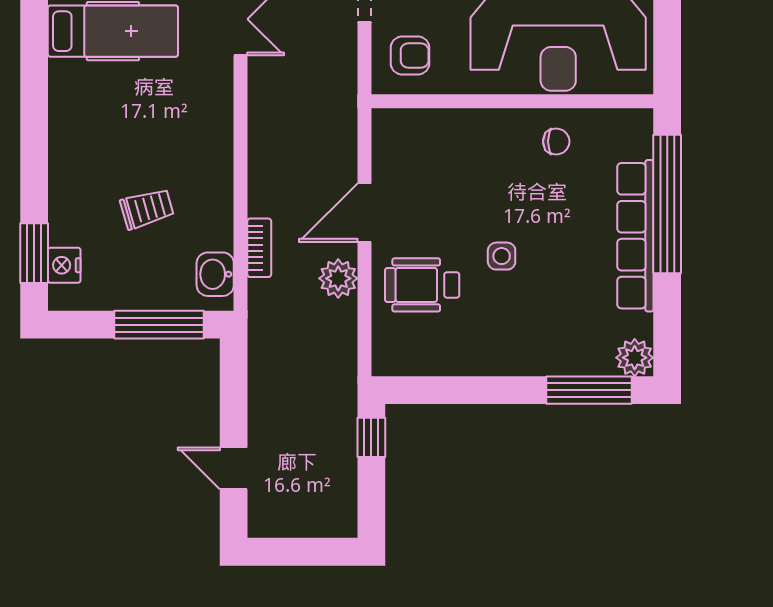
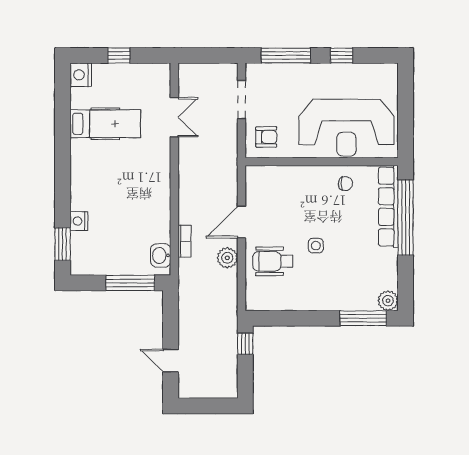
trolley: (147, 209) -> (124, 220), removed
row of seats: (635, 236) -> (388, 207), moved
nightstand: (64, 265) -> (79, 221), moved

